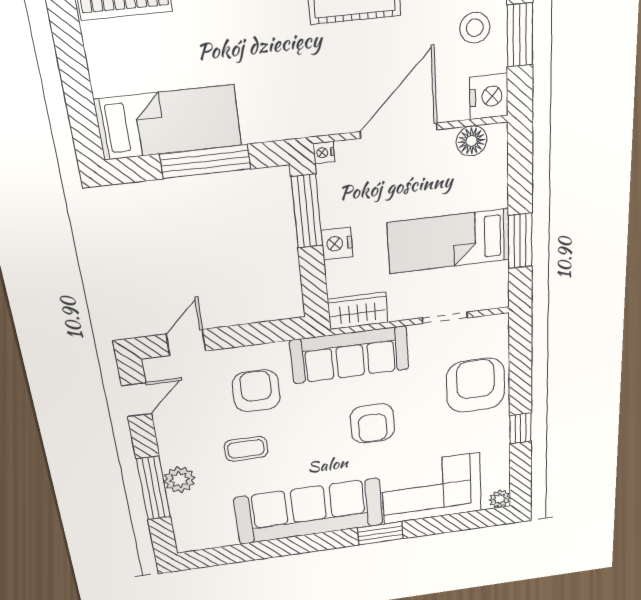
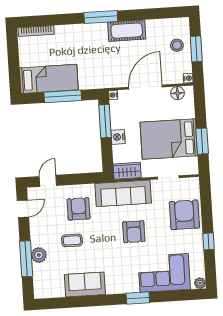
nightstand: (489, 96) -> (188, 78), width x0.53, depth x0.56
bed: (449, 241) -> (169, 139), width x1.50
sofa: (309, 511) -> (85, 284), width x0.54, depth x0.79

